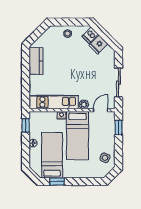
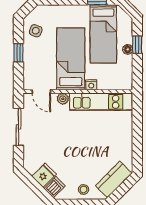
kitchen counter: (36, 61) -> (114, 179), moved, turned 45
door: (101, 110) -> (41, 91), hinge flipped
window: (26, 125) -> (137, 45), moved
window: (118, 128) -> (18, 53), moved

